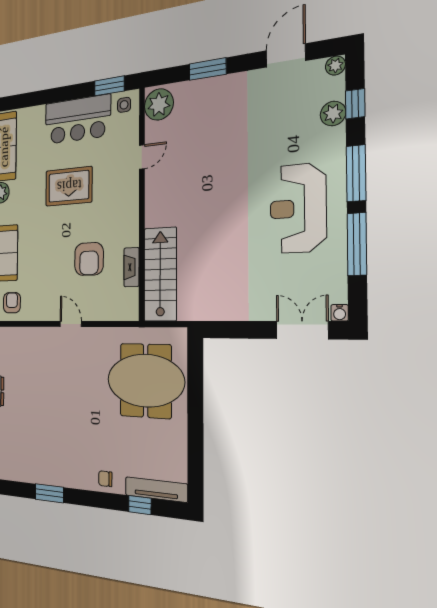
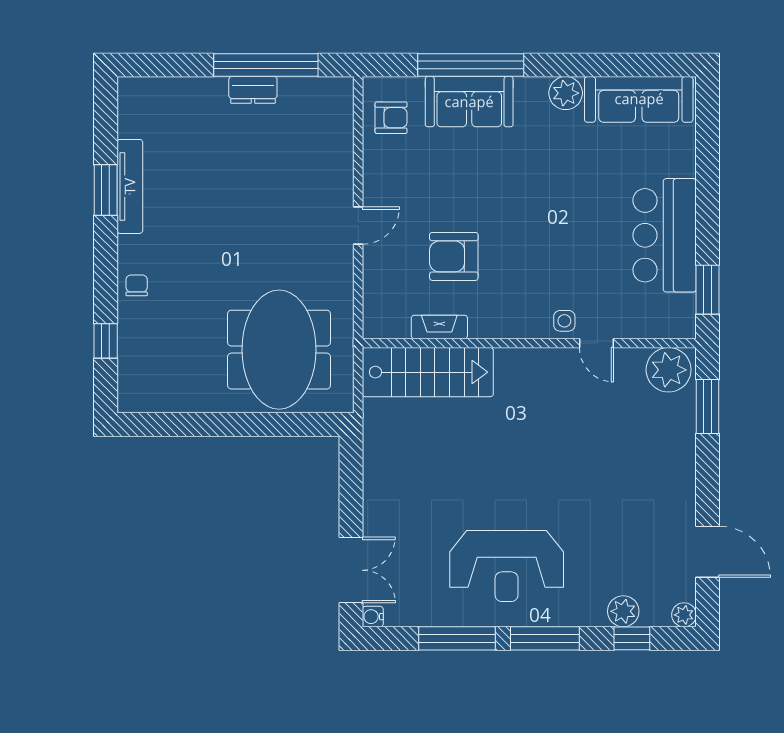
window: (208, 69) -> (708, 406), moved
side table: (124, 105) -> (564, 321), moved
rug: (69, 186) -> (565, 221), removed
reception desk: (298, 208) -> (507, 566), turned 180
tv unit: (156, 490) -> (130, 186), moved

